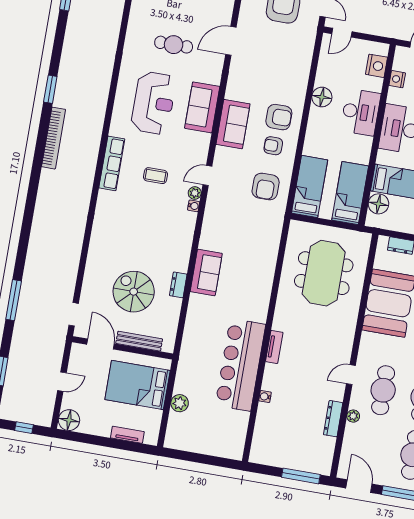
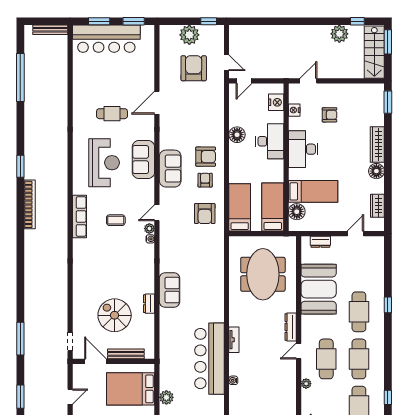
armchair: (273, 146) -> (205, 180), turned 90
dresser: (333, 419) -> (291, 327), moved

